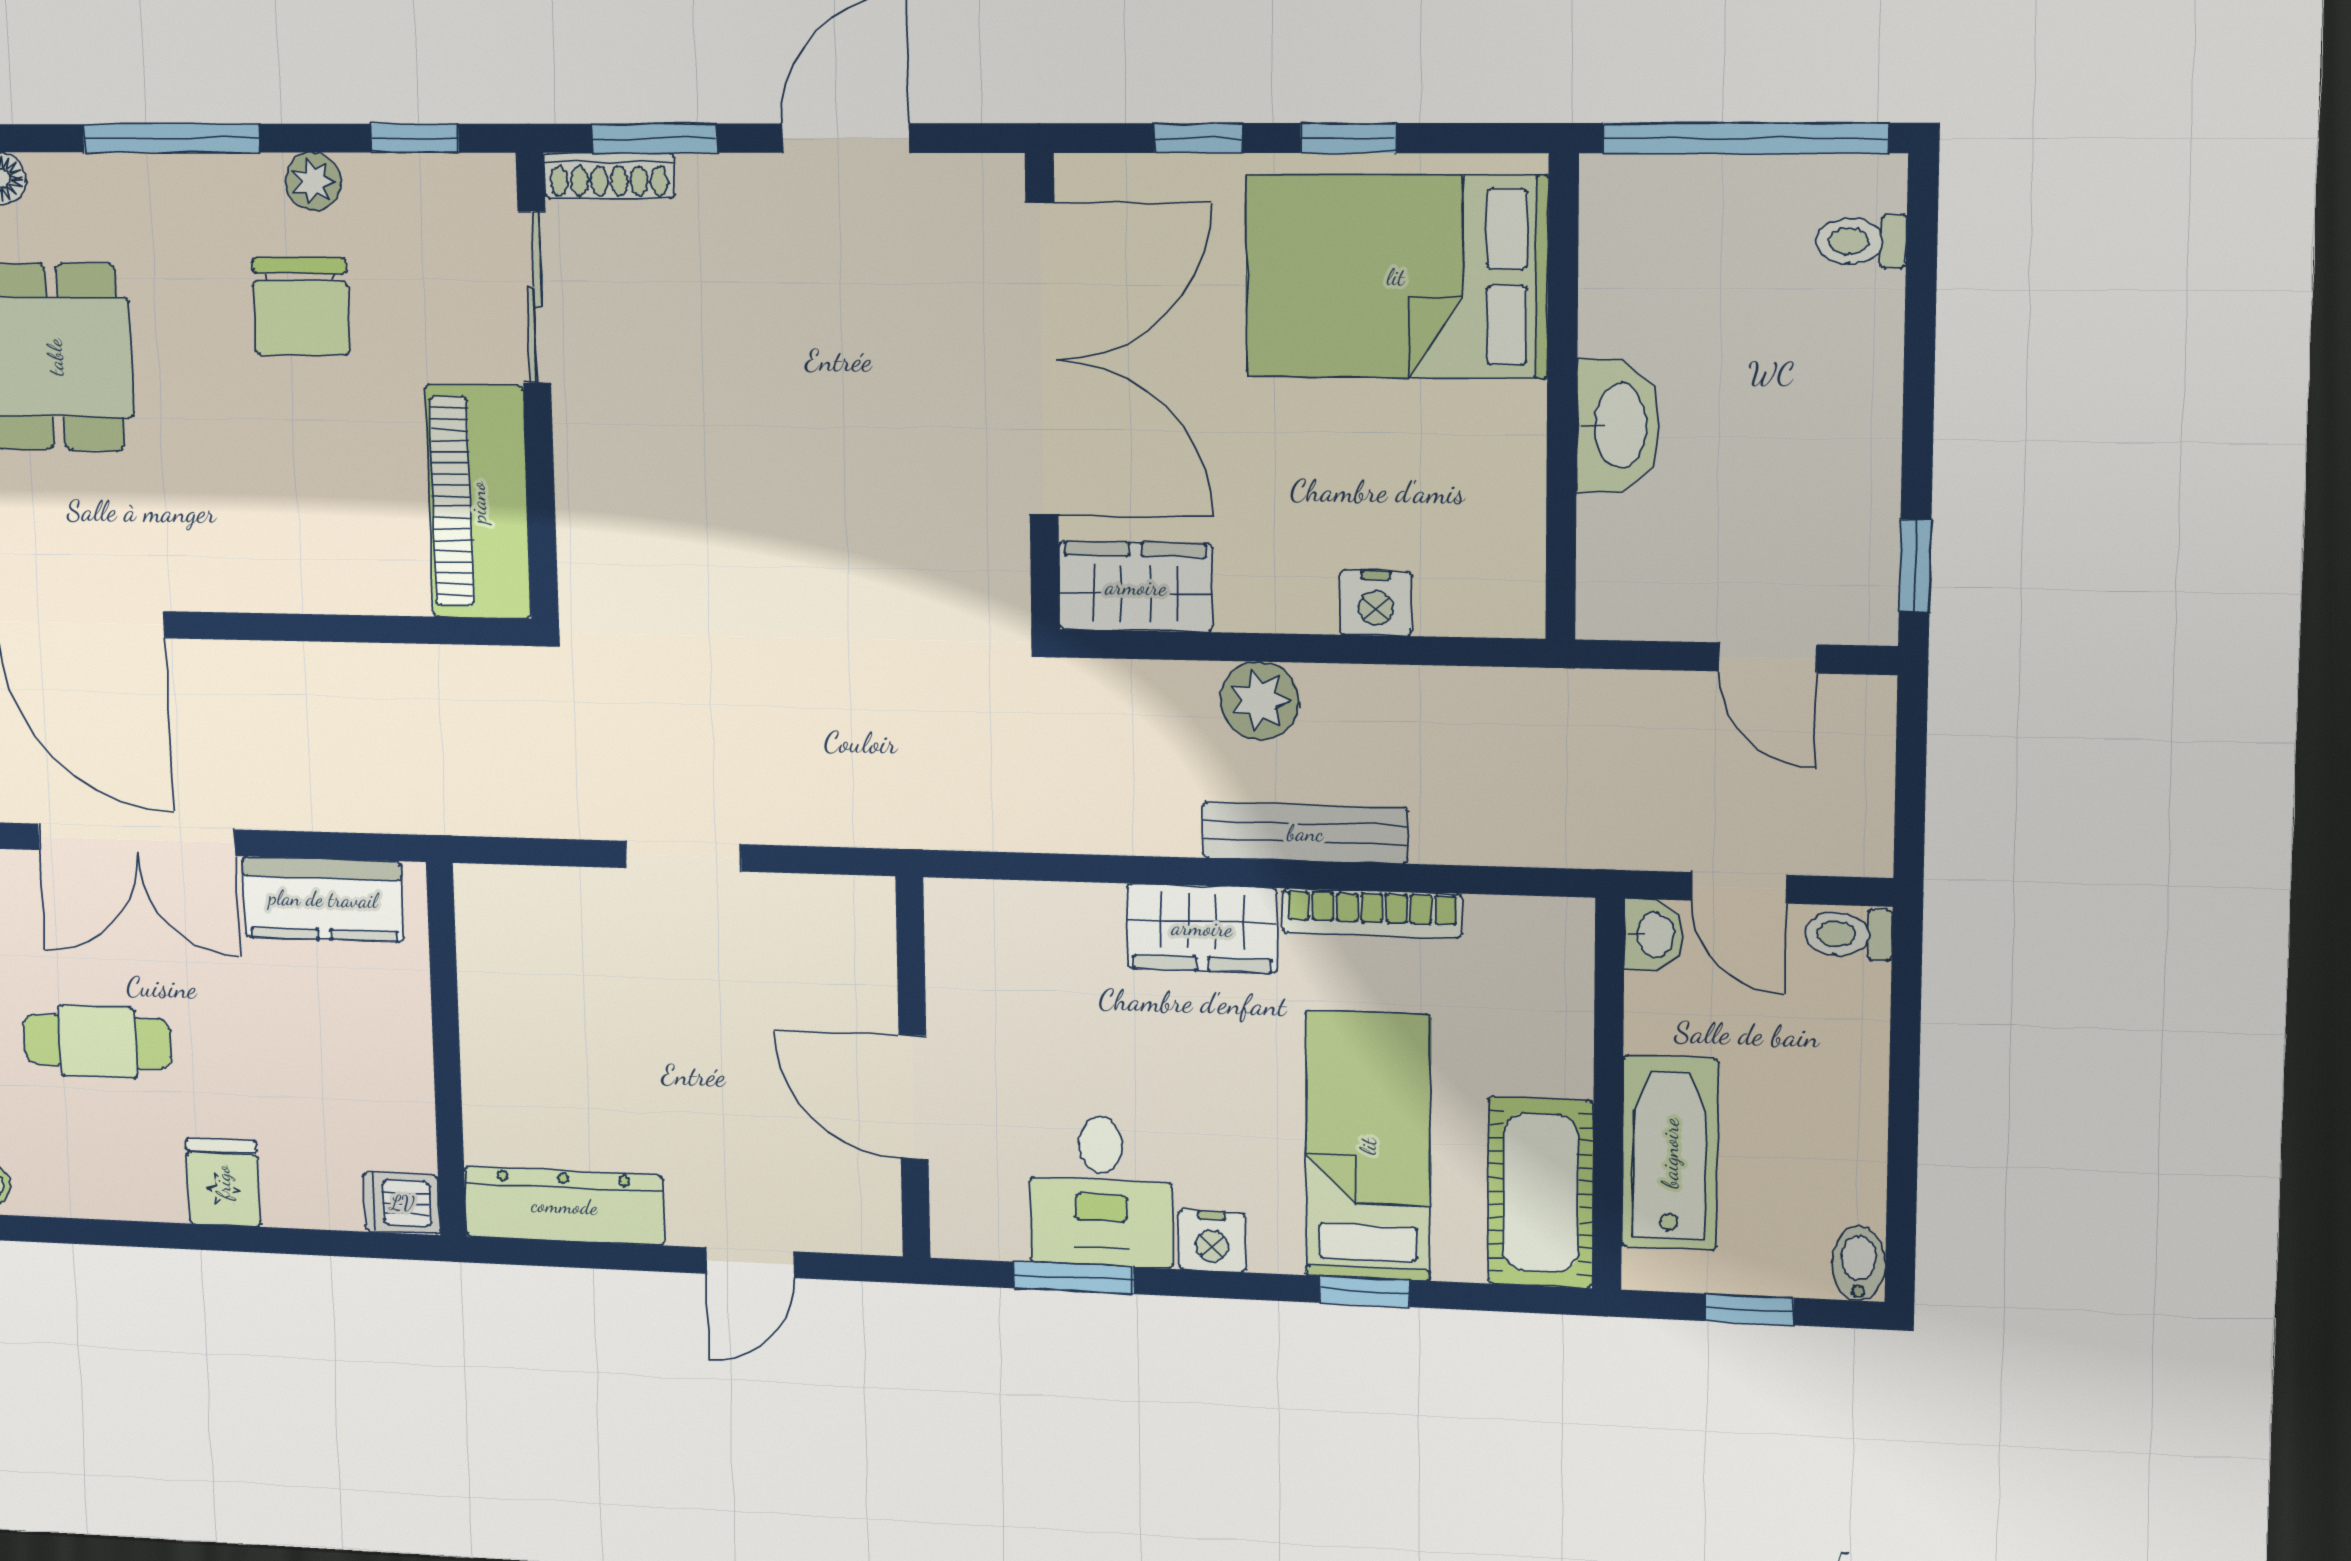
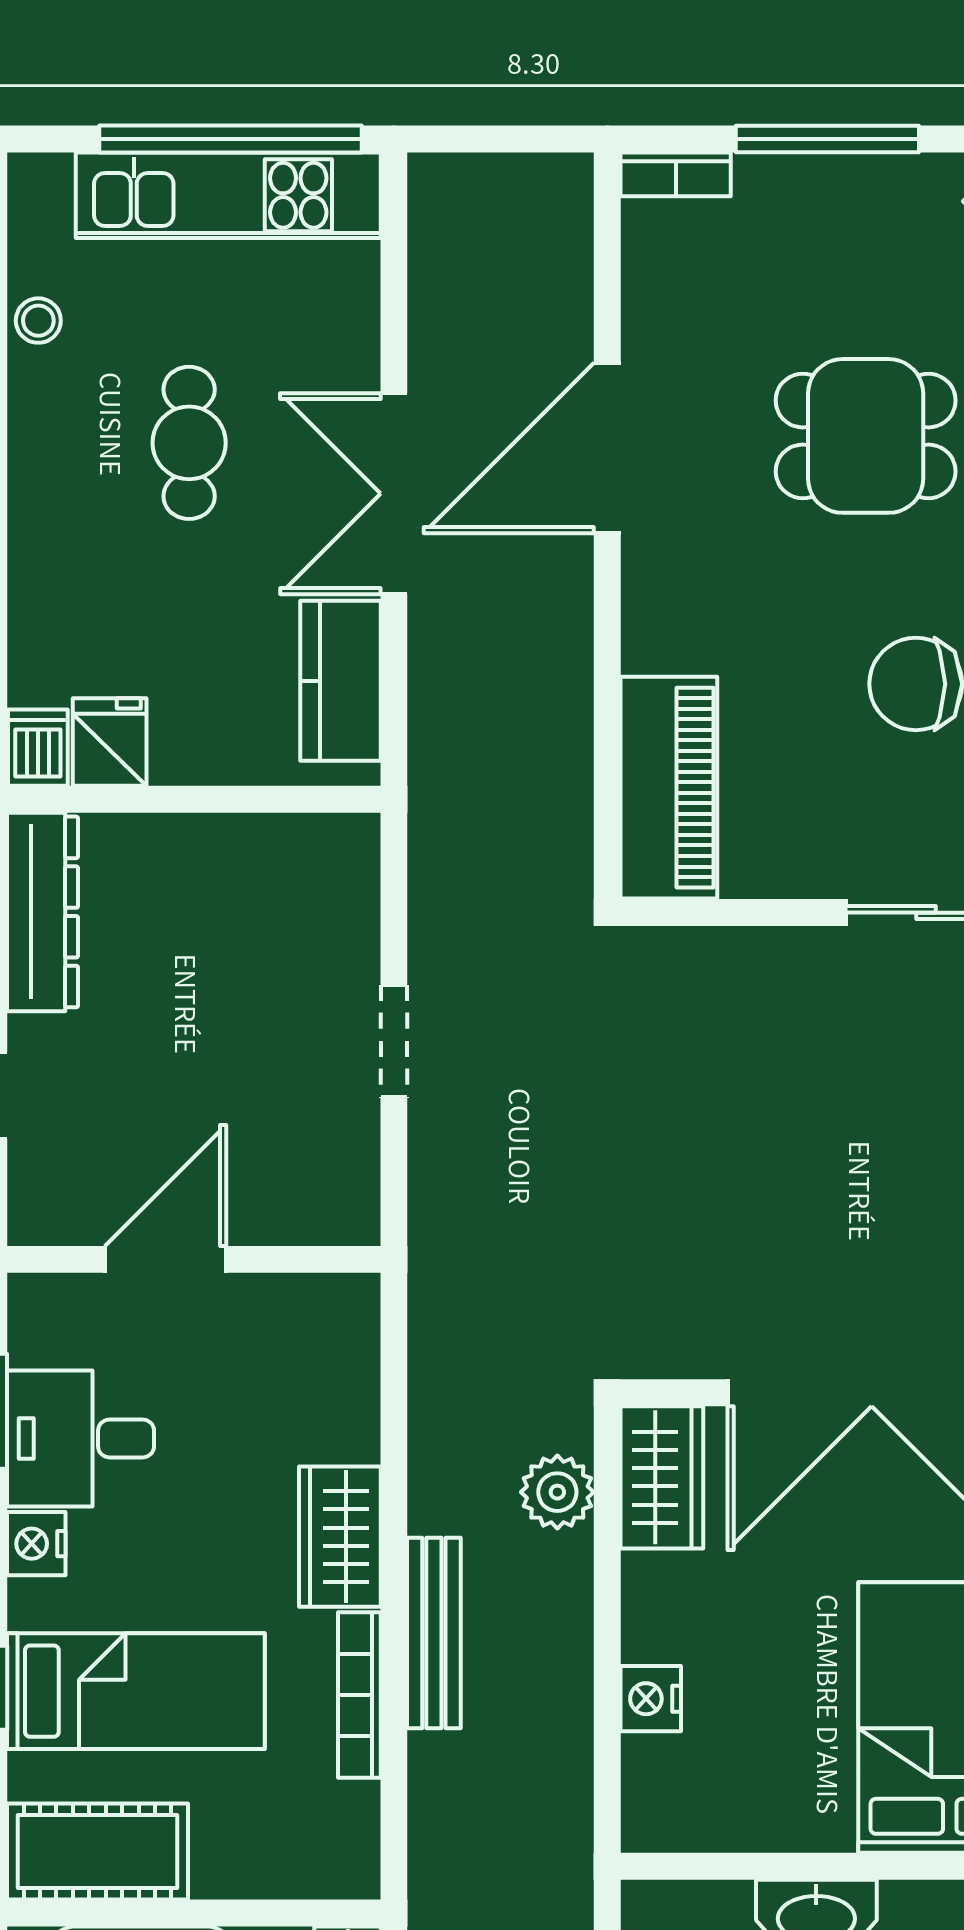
piano: (478, 502) -> (669, 788), moved, turned 90
plant: (1260, 701) -> (557, 1492), moved
fridge: (223, 1182) -> (110, 742), moved, turned -90

